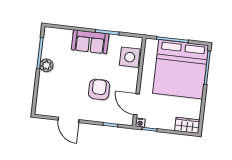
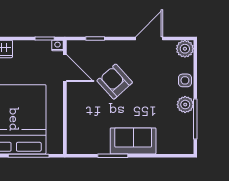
side table: (130, 57) -> (185, 80), moved, width x0.54, depth x0.54
armchair: (99, 89) -> (115, 82), turned 138
plant: (42, 109) -> (185, 49), added
door: (68, 120) -> (149, 38), hinge flipped

